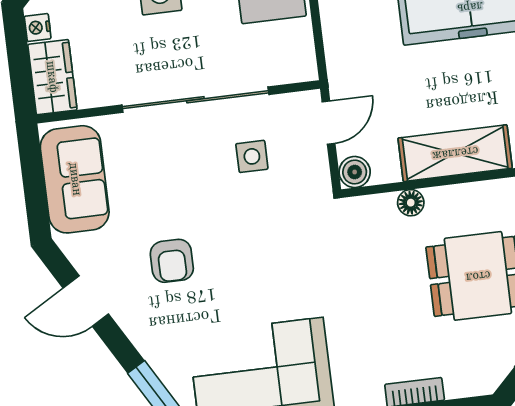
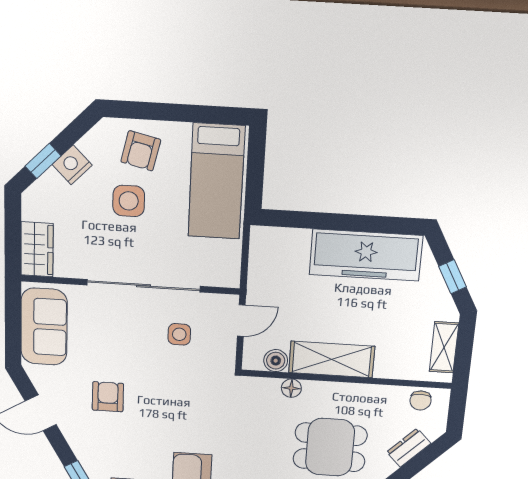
nightstand: (38, 27) -> (31, 210), removed
boiler: (355, 172) -> (276, 361), moved
armchair: (172, 261) -> (108, 397), turned 180

